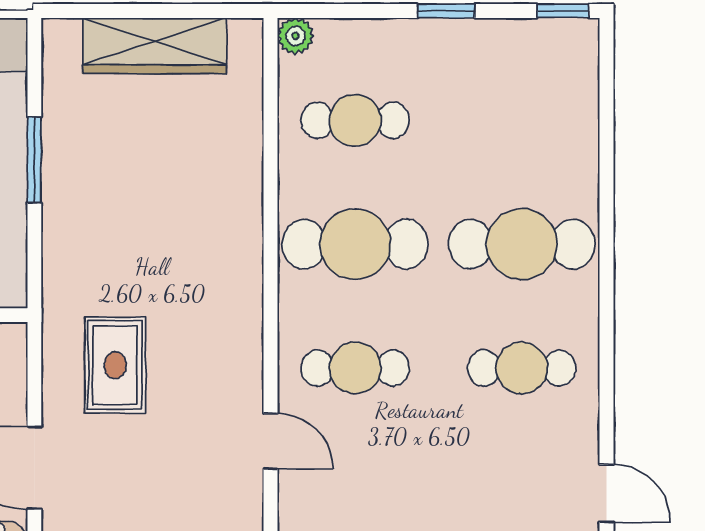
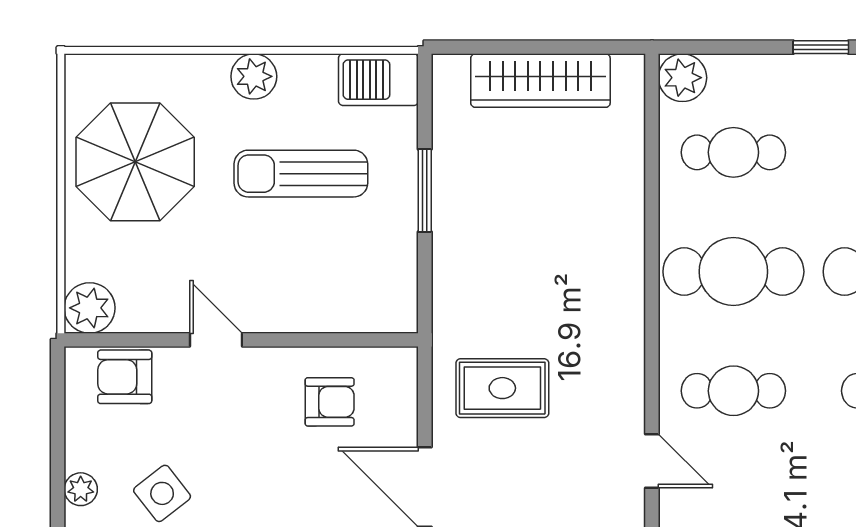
plant: (295, 36) -> (682, 78), width x1.38, depth x1.38
rug: (115, 365) -> (502, 388), turned 90

